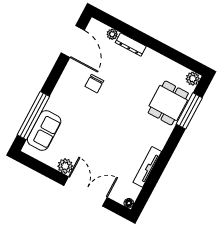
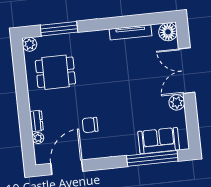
dresser: (131, 44) -> (36, 121), width x0.70
chair: (94, 84) -> (90, 125), turned 180
dining table: (168, 103) -> (55, 72), moved
floor lamp: (129, 203) -> (168, 32), width x1.89, depth x1.89

